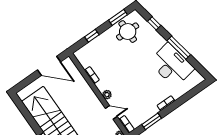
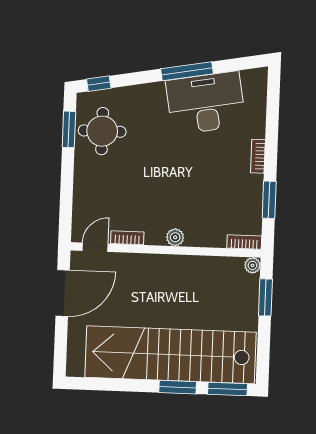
window: (154, 23) -> (99, 84), moved
window: (92, 36) -> (67, 191), removed
door: (111, 112) -> (95, 247), moved

